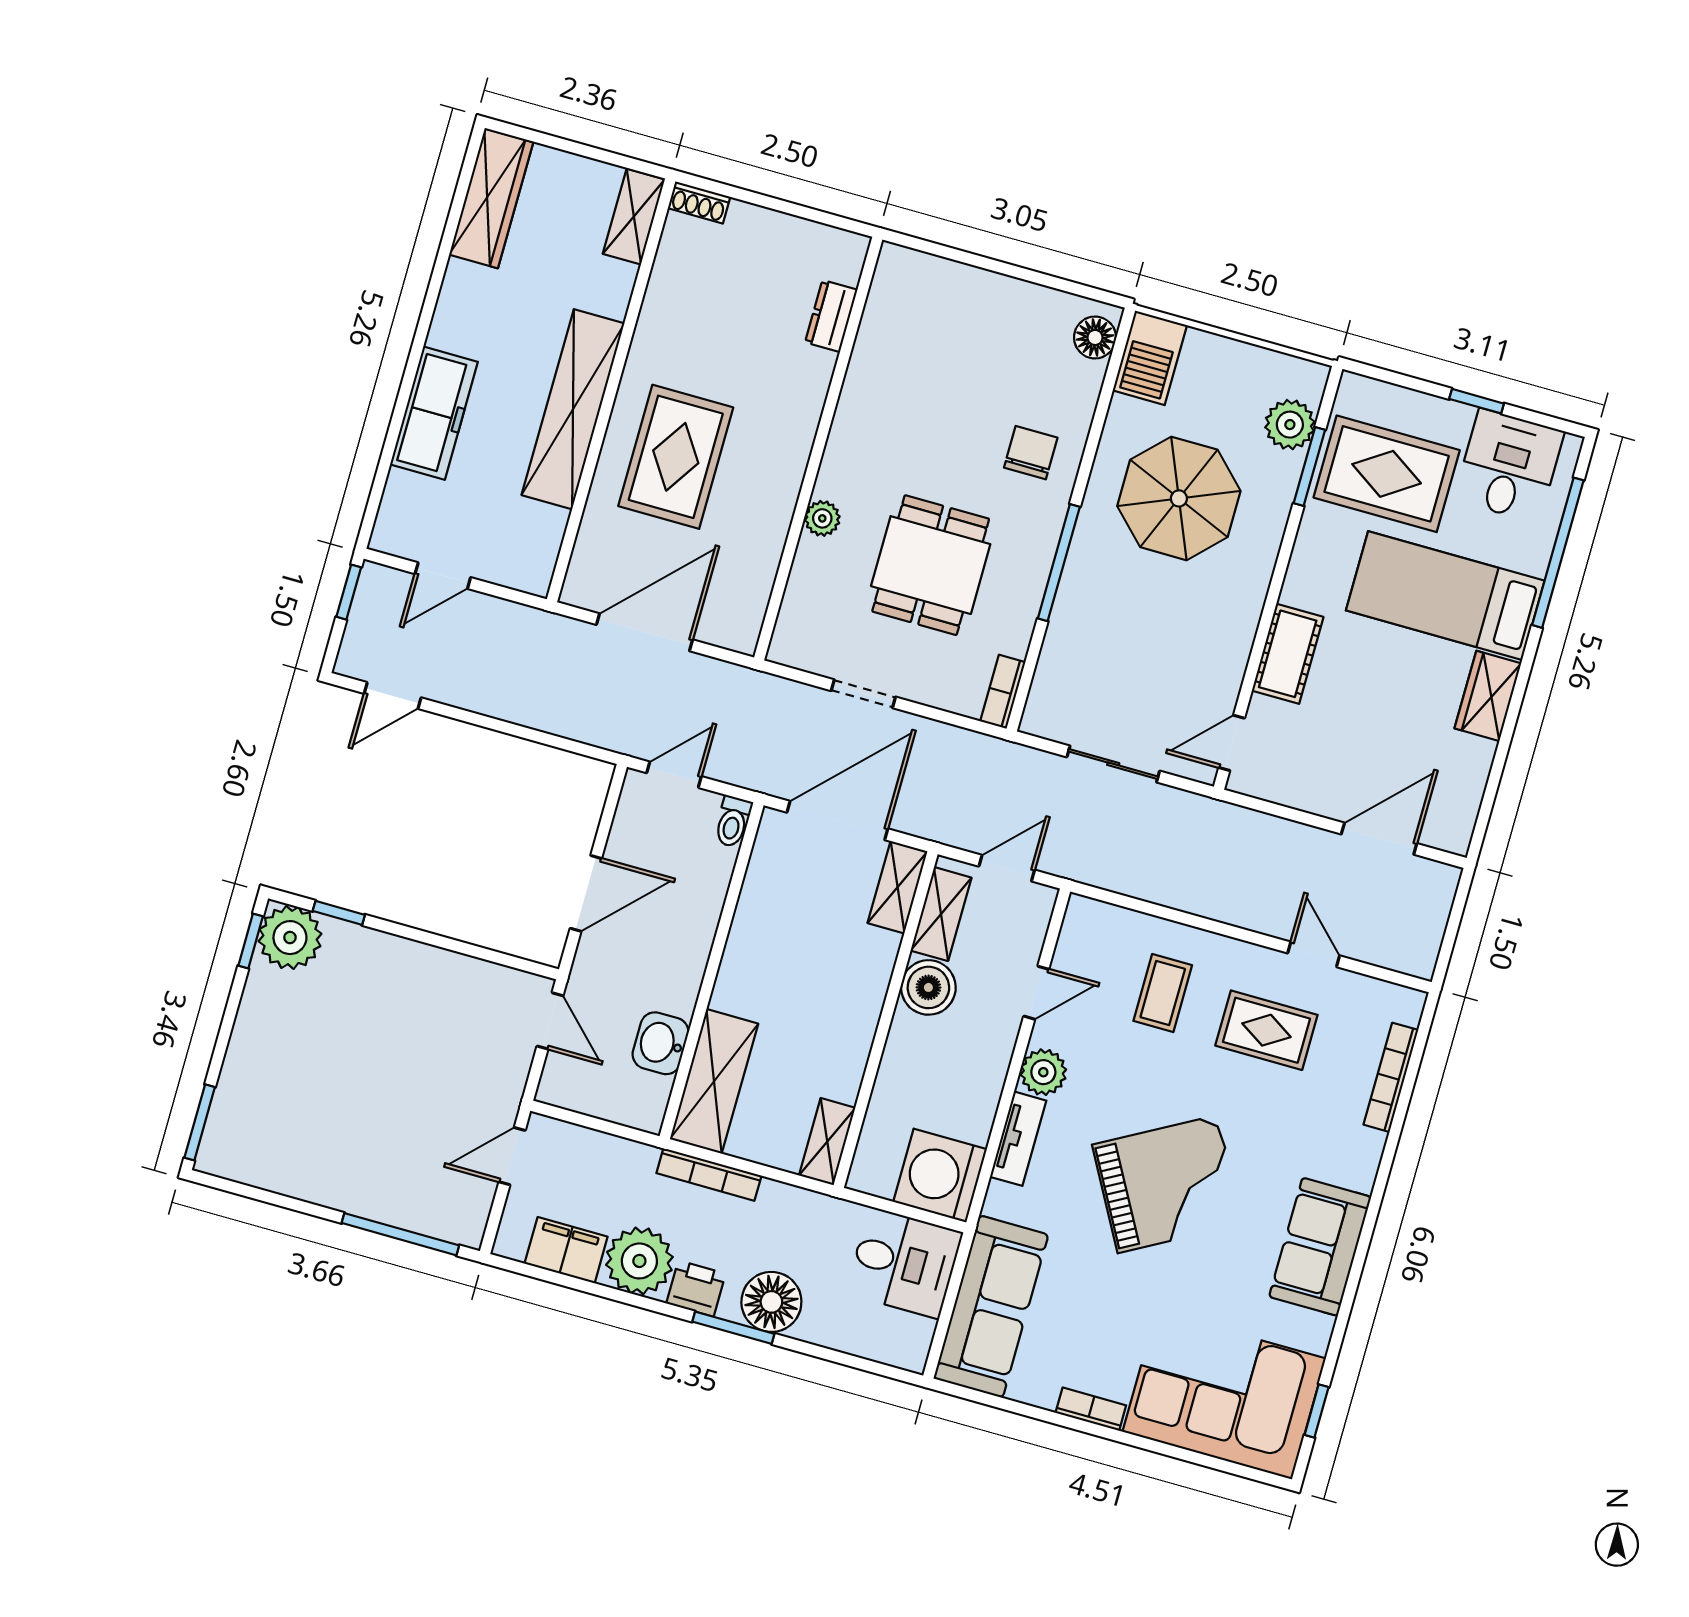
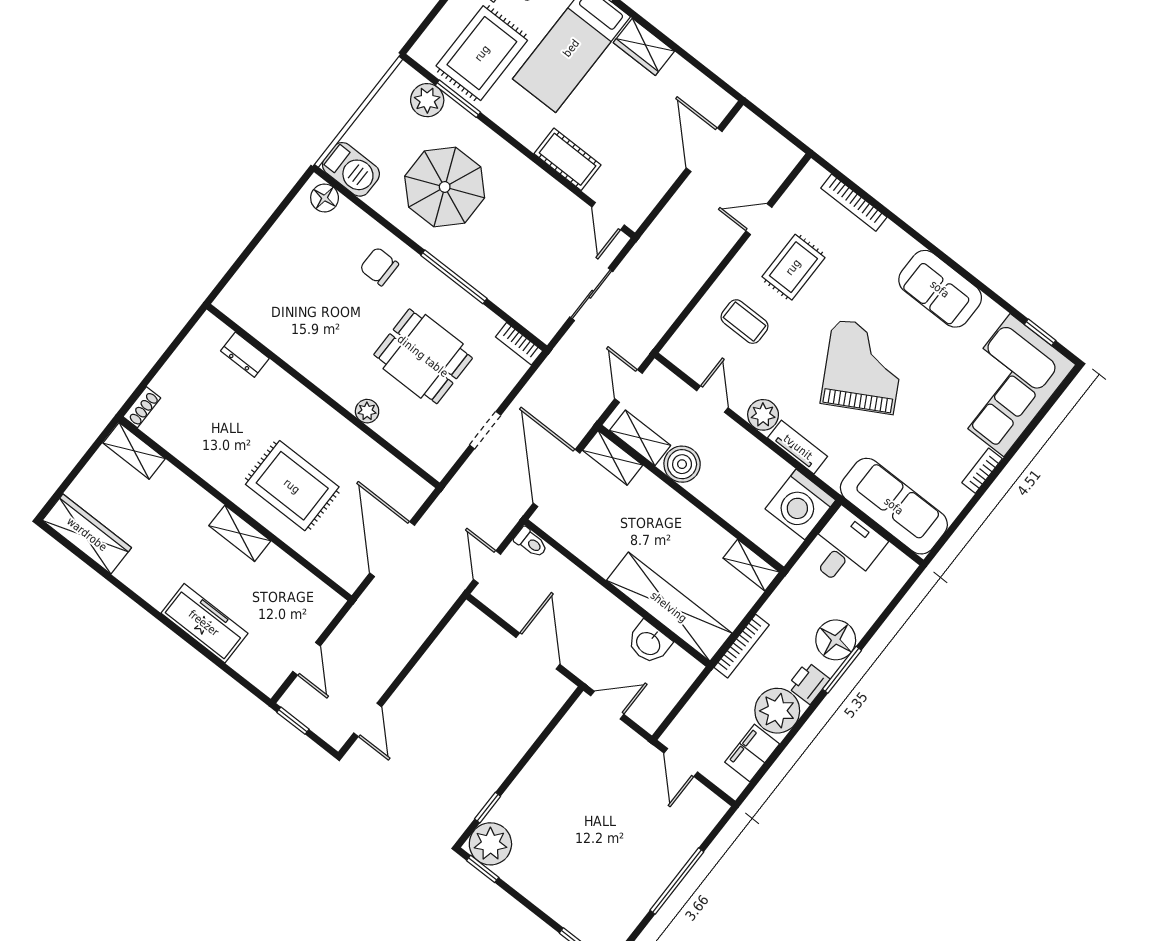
shelving: (573, 409) -> (240, 533), width x0.45, depth x0.75
shelving: (714, 1081) -> (669, 607), width x1.47
window: (400, 1234) -> (677, 881), moved

